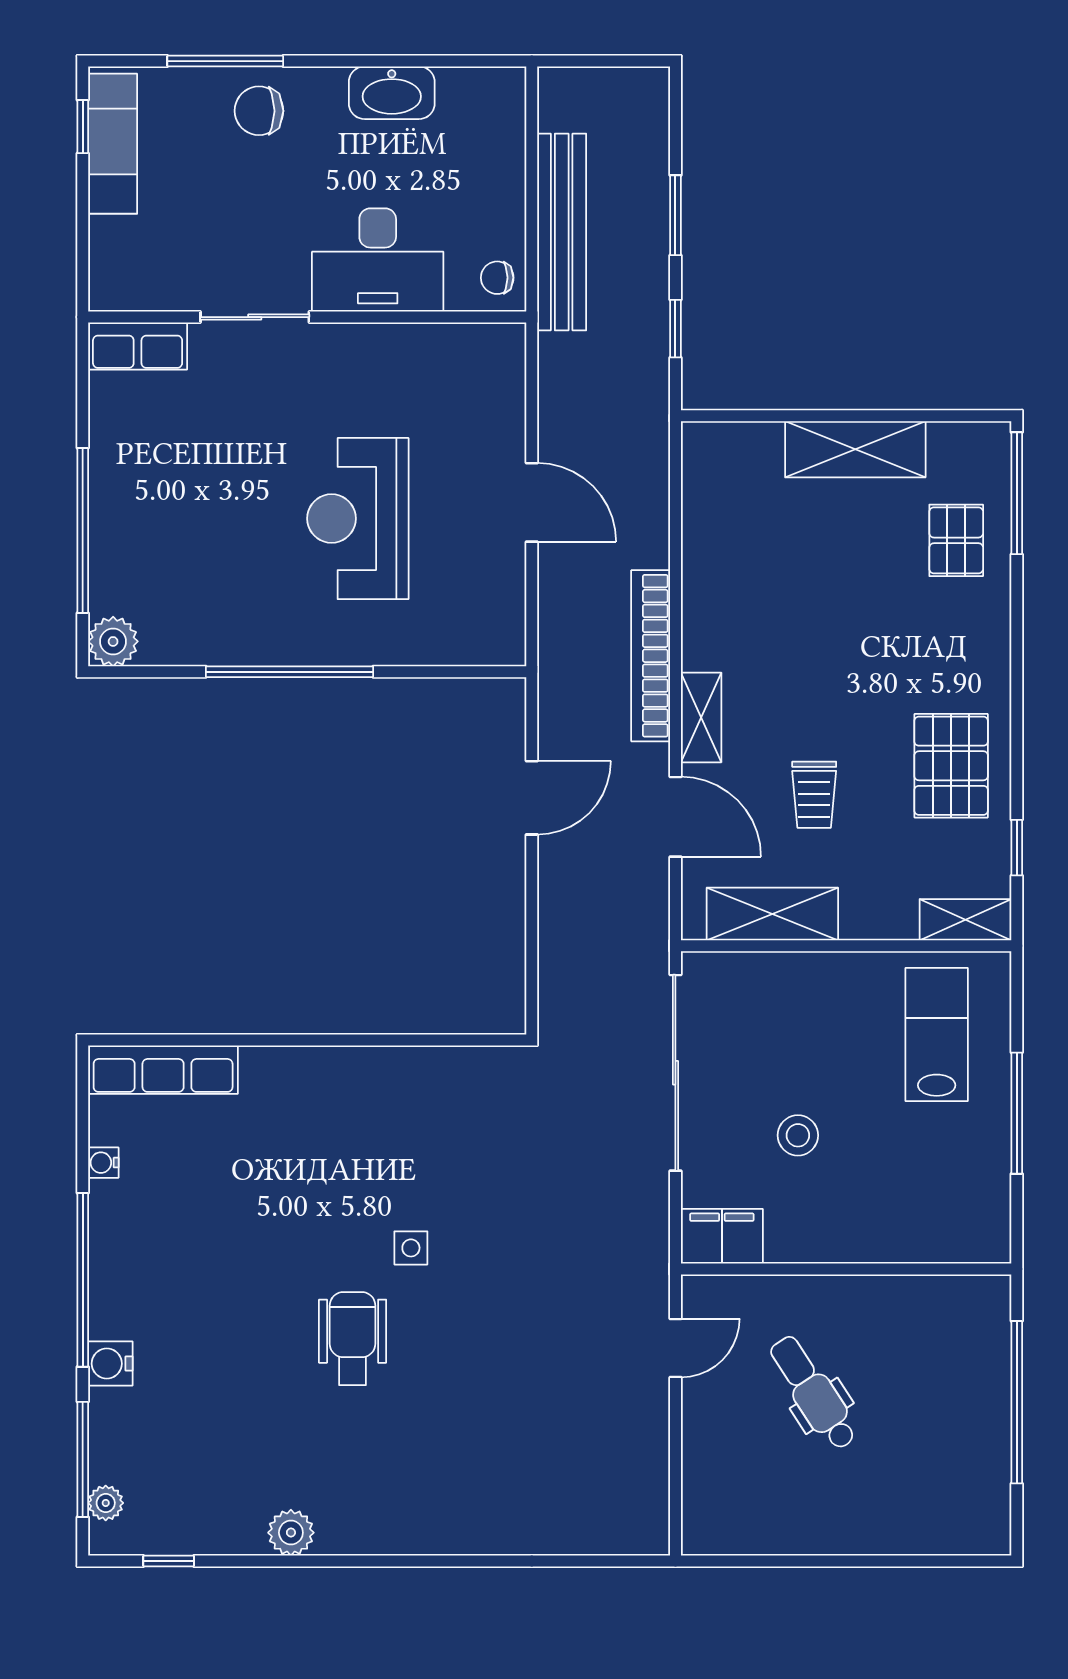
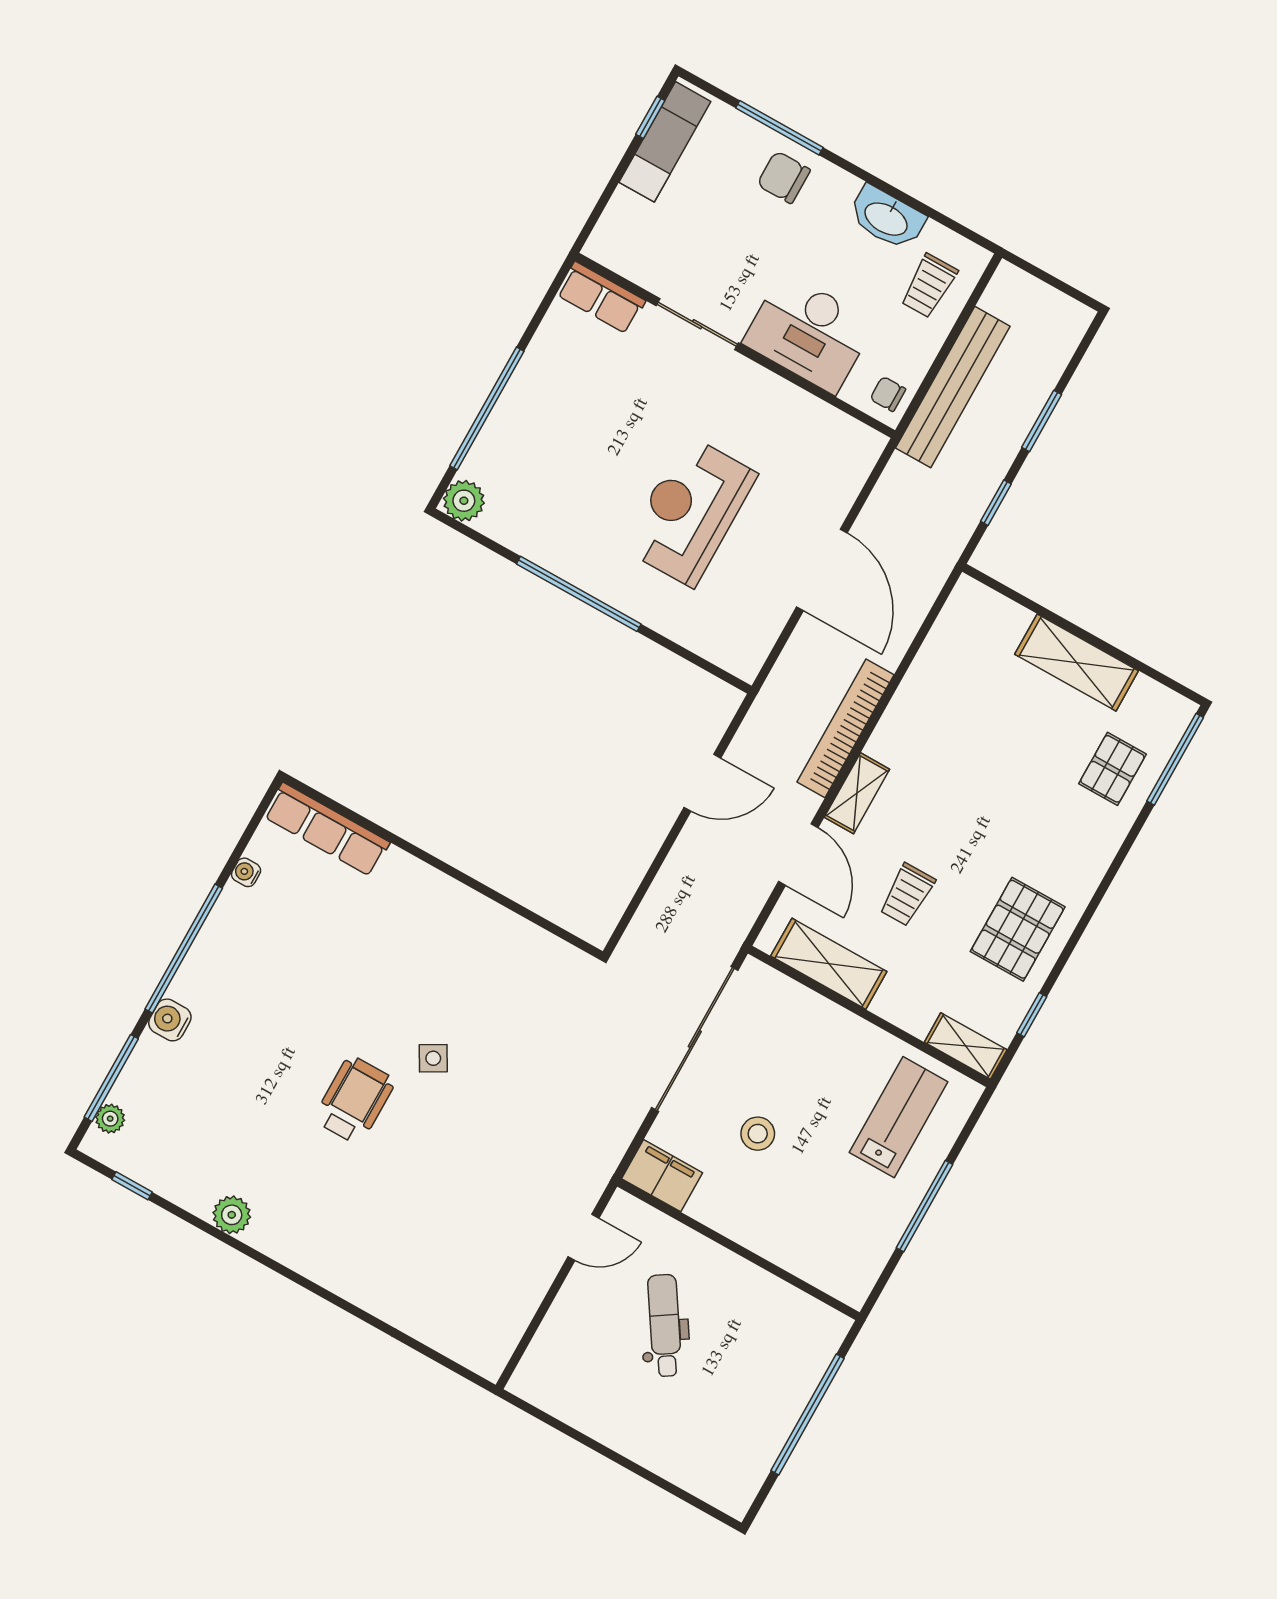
trolley: (477, 139) -> (929, 286), added
door: (532, 502) -> (822, 570), width x1.36
side table: (411, 1248) -> (433, 1058), turned -30

